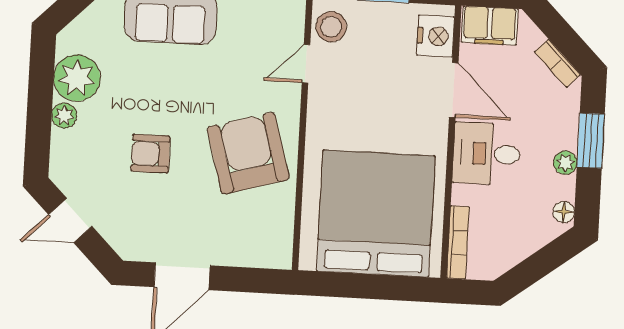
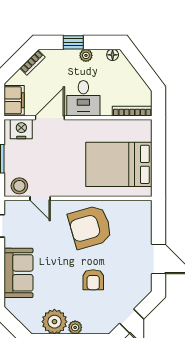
window: (591, 141) -> (73, 42), width x0.67
bed: (376, 213) -> (119, 164), width x0.73

